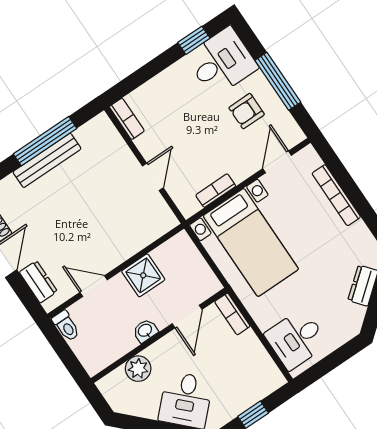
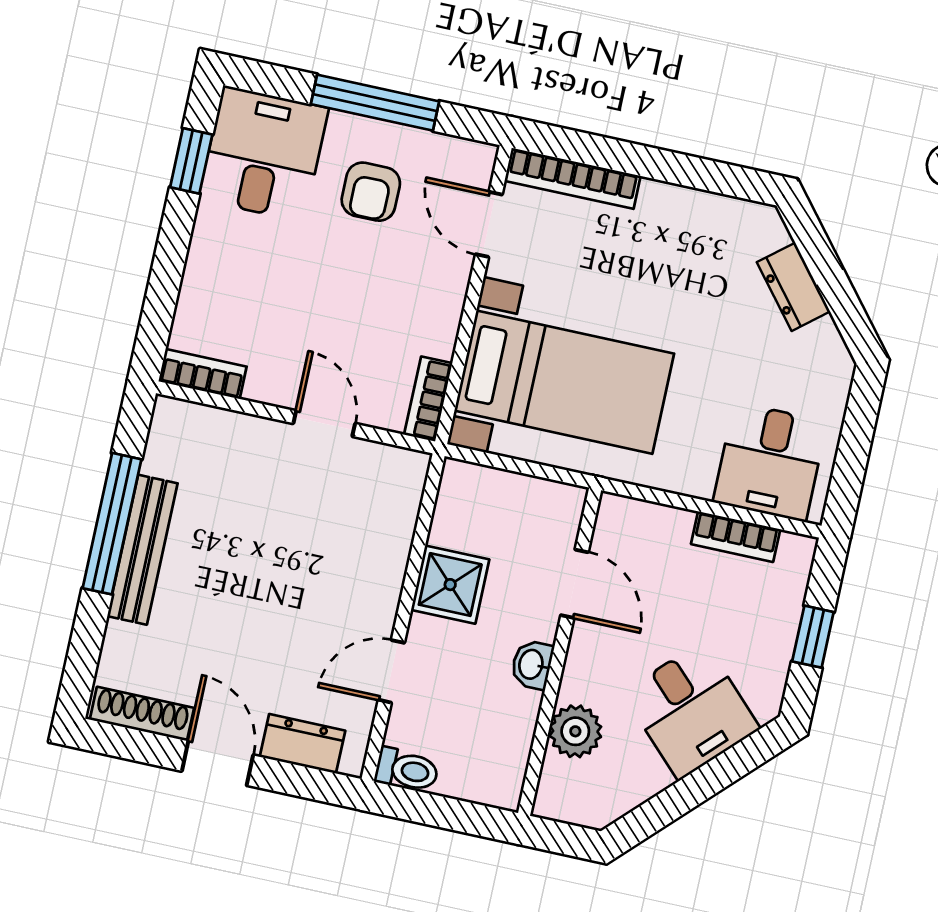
bookcase: (216, 191) -> (428, 399), moved
bookcase: (336, 195) -> (573, 178), moved
bookcase: (232, 314) -> (736, 537), moved

